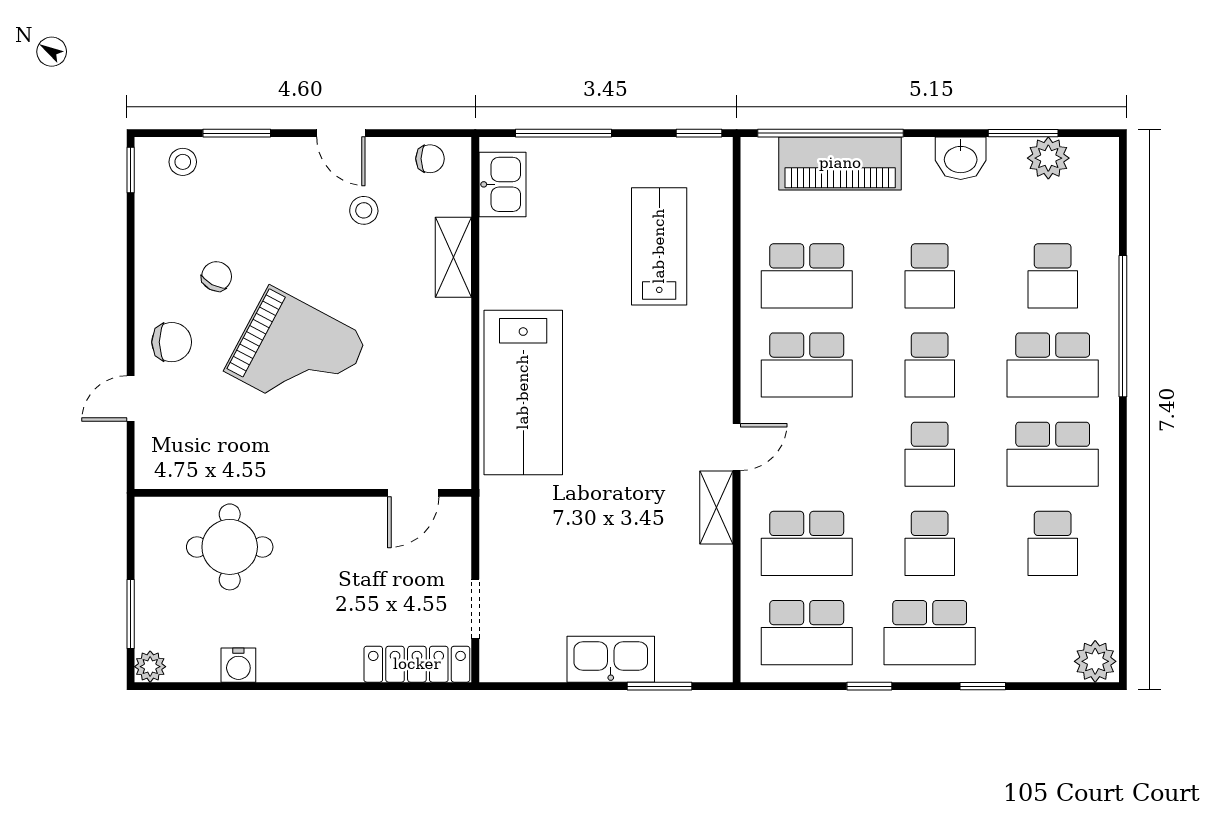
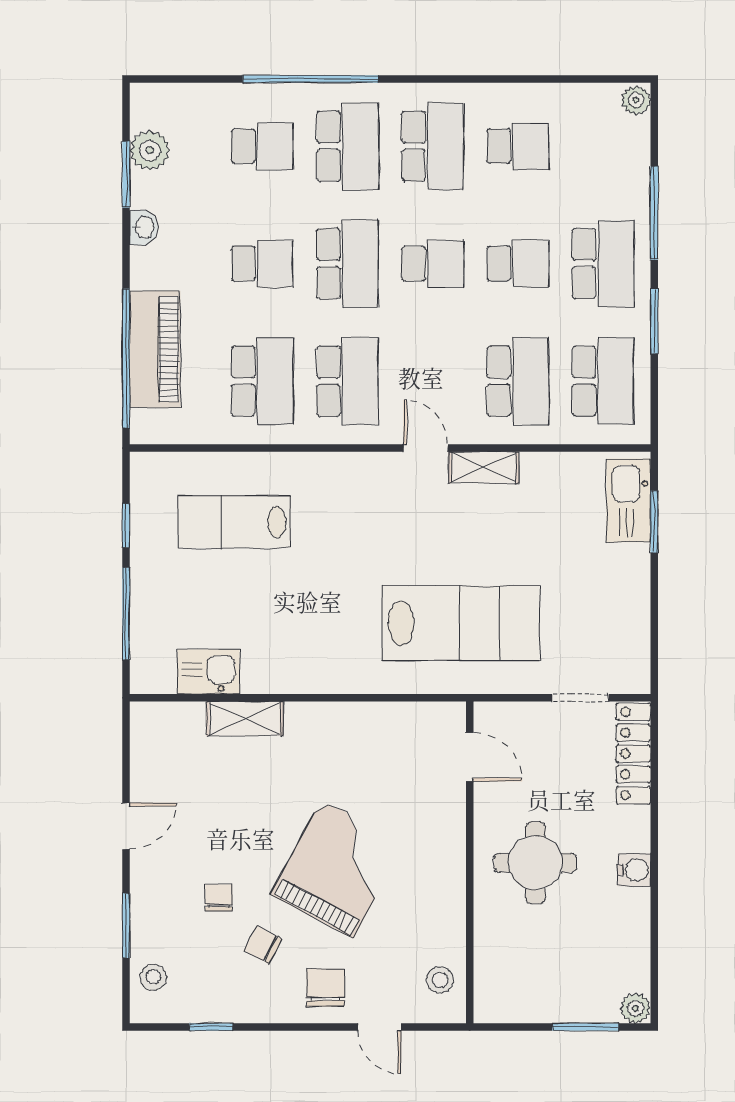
window: (699, 133) -> (126, 526), moved
washbasin: (961, 158) -> (144, 227), width x0.72, depth x0.69
chair: (430, 159) -> (219, 898), moved
window: (131, 170) -> (211, 1027), moved
kitchen sink: (503, 184) -> (209, 672), moved
stool: (364, 210) -> (440, 980), moved
school desk: (930, 365) -> (348, 264), width x1.85
lab bench: (523, 392) -> (461, 623), moved
round table: (230, 547) -> (535, 863), moved
kitchen sink: (611, 659) -> (629, 500), moved
plant: (1095, 661) -> (636, 100), width x0.73, depth x0.73
water cooler: (238, 665) -> (634, 870), moved
window: (869, 686) -> (654, 321), width x1.50
window: (983, 686) -> (654, 213), width x2.17

